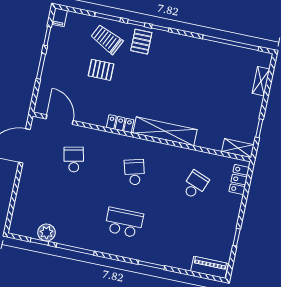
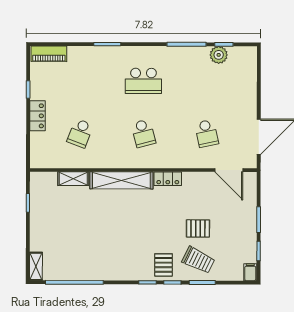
shelving: (261, 81) -> (36, 266), moved
shelving: (238, 148) -> (73, 179), moved
locker: (239, 180) -> (37, 116), moved

